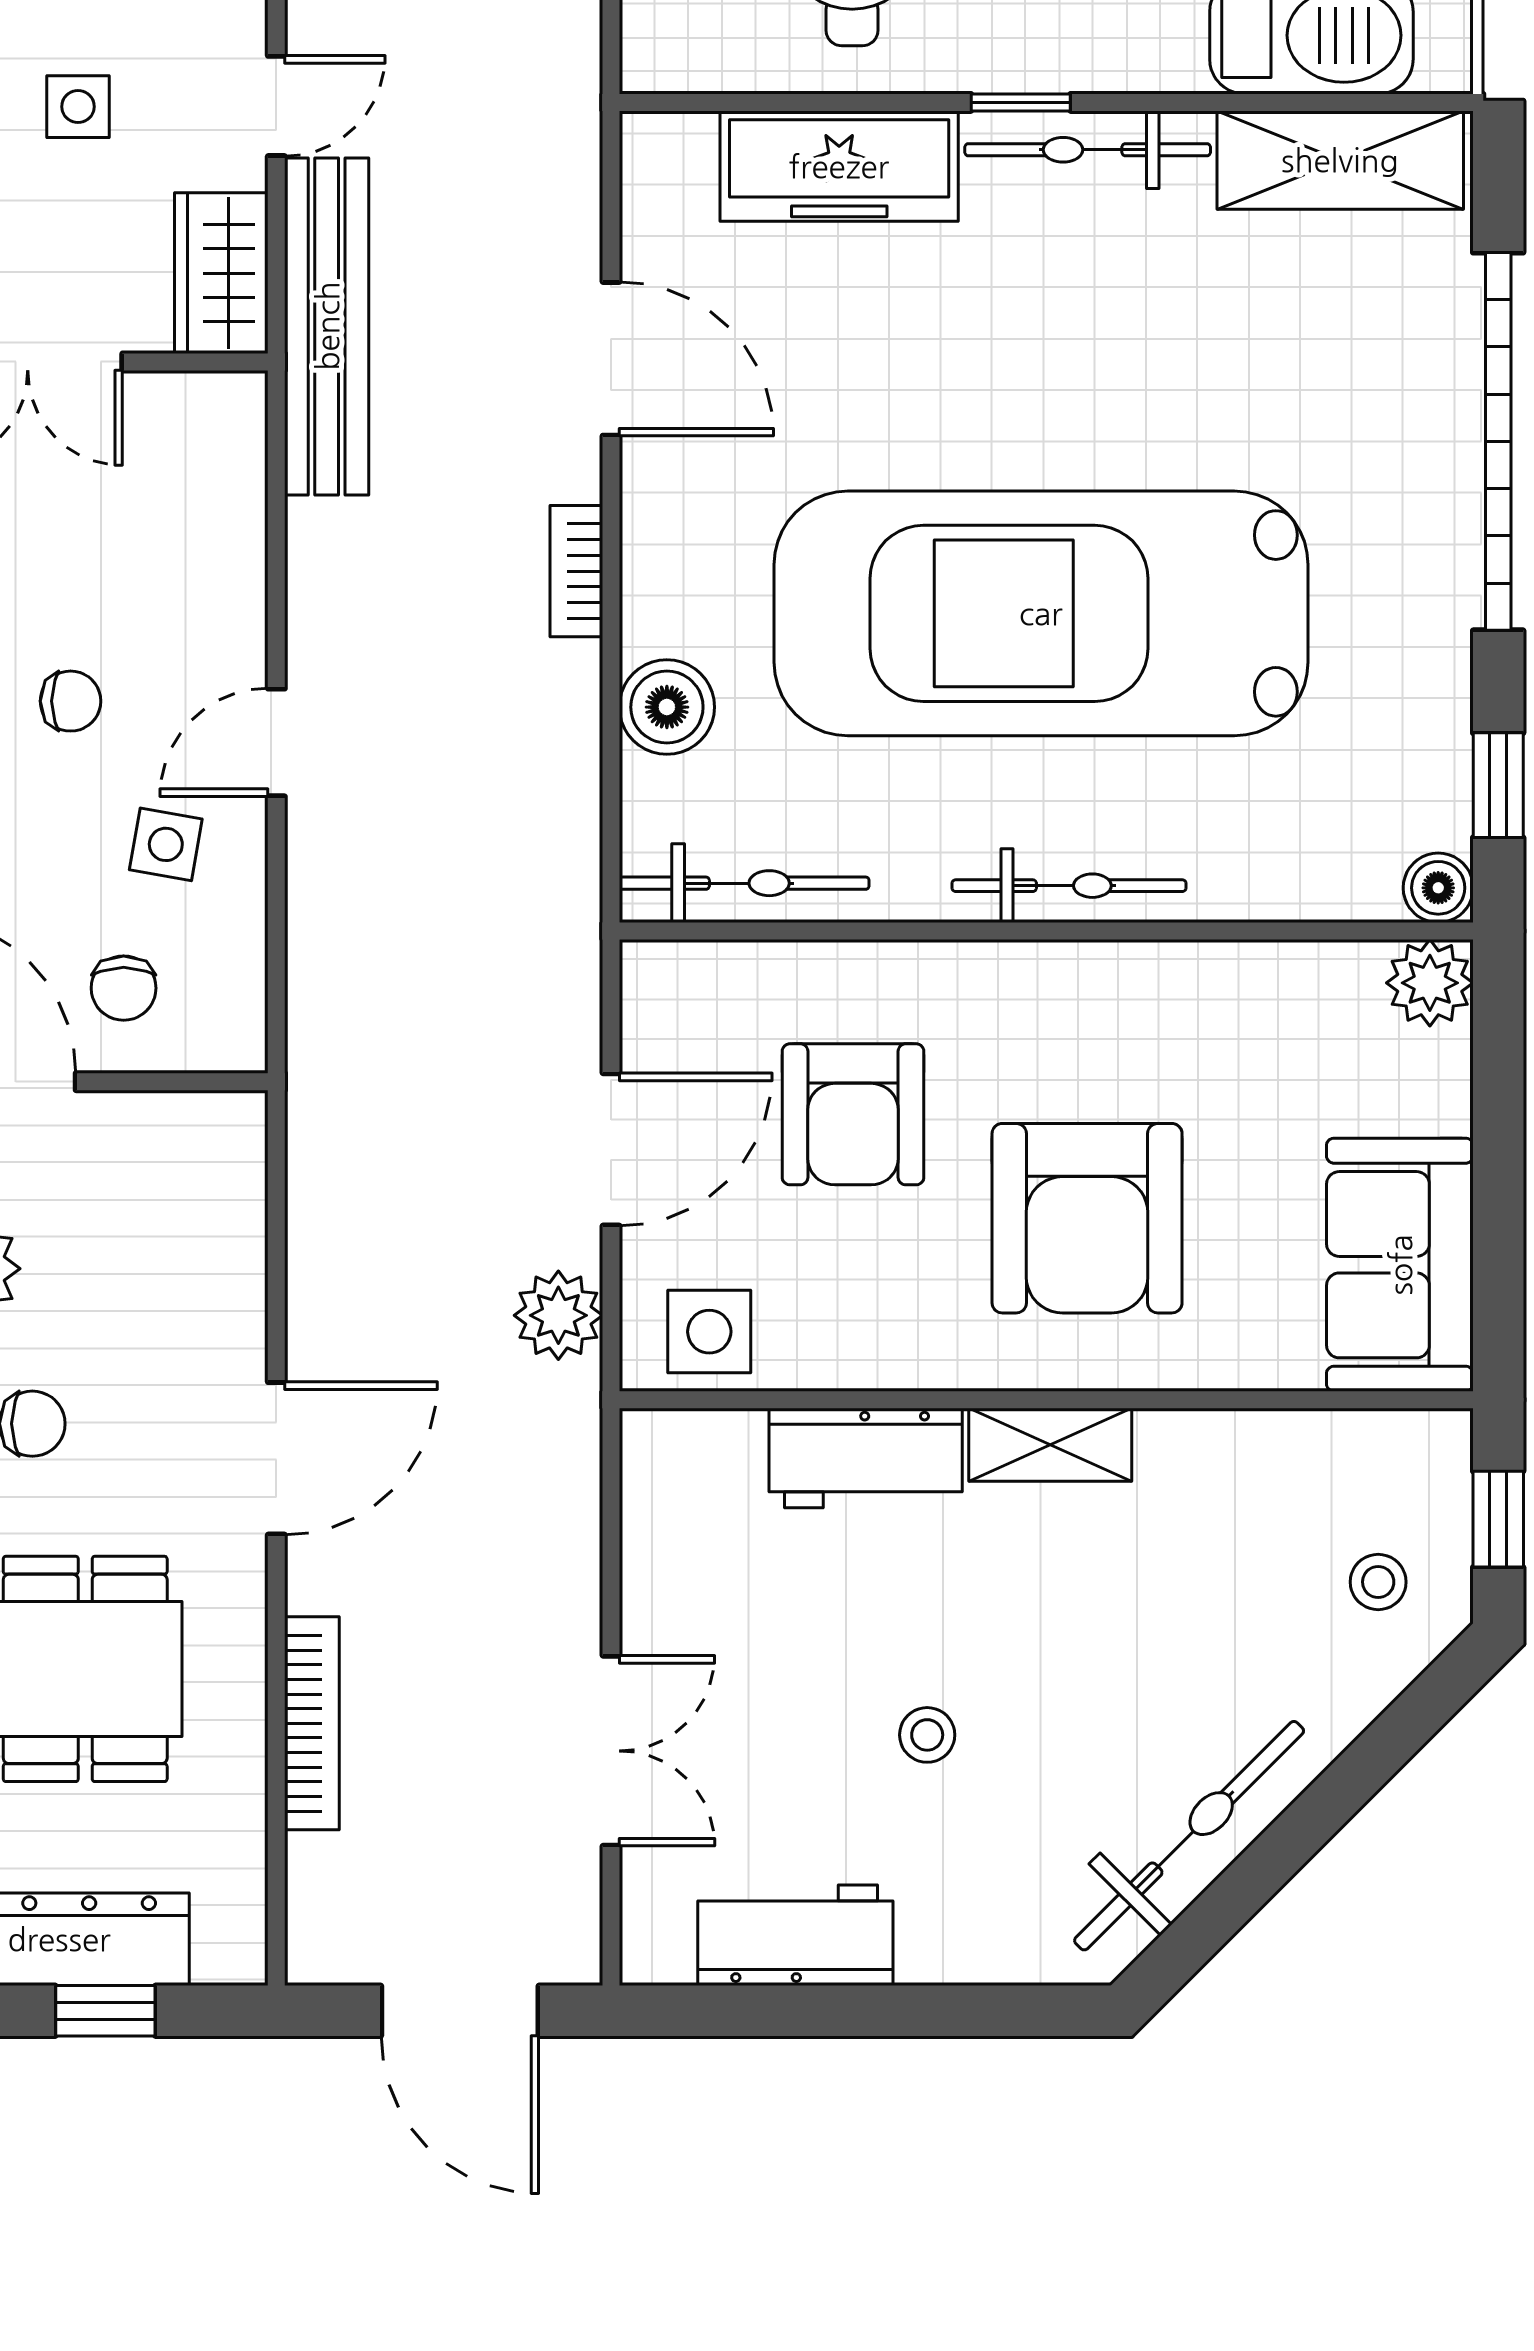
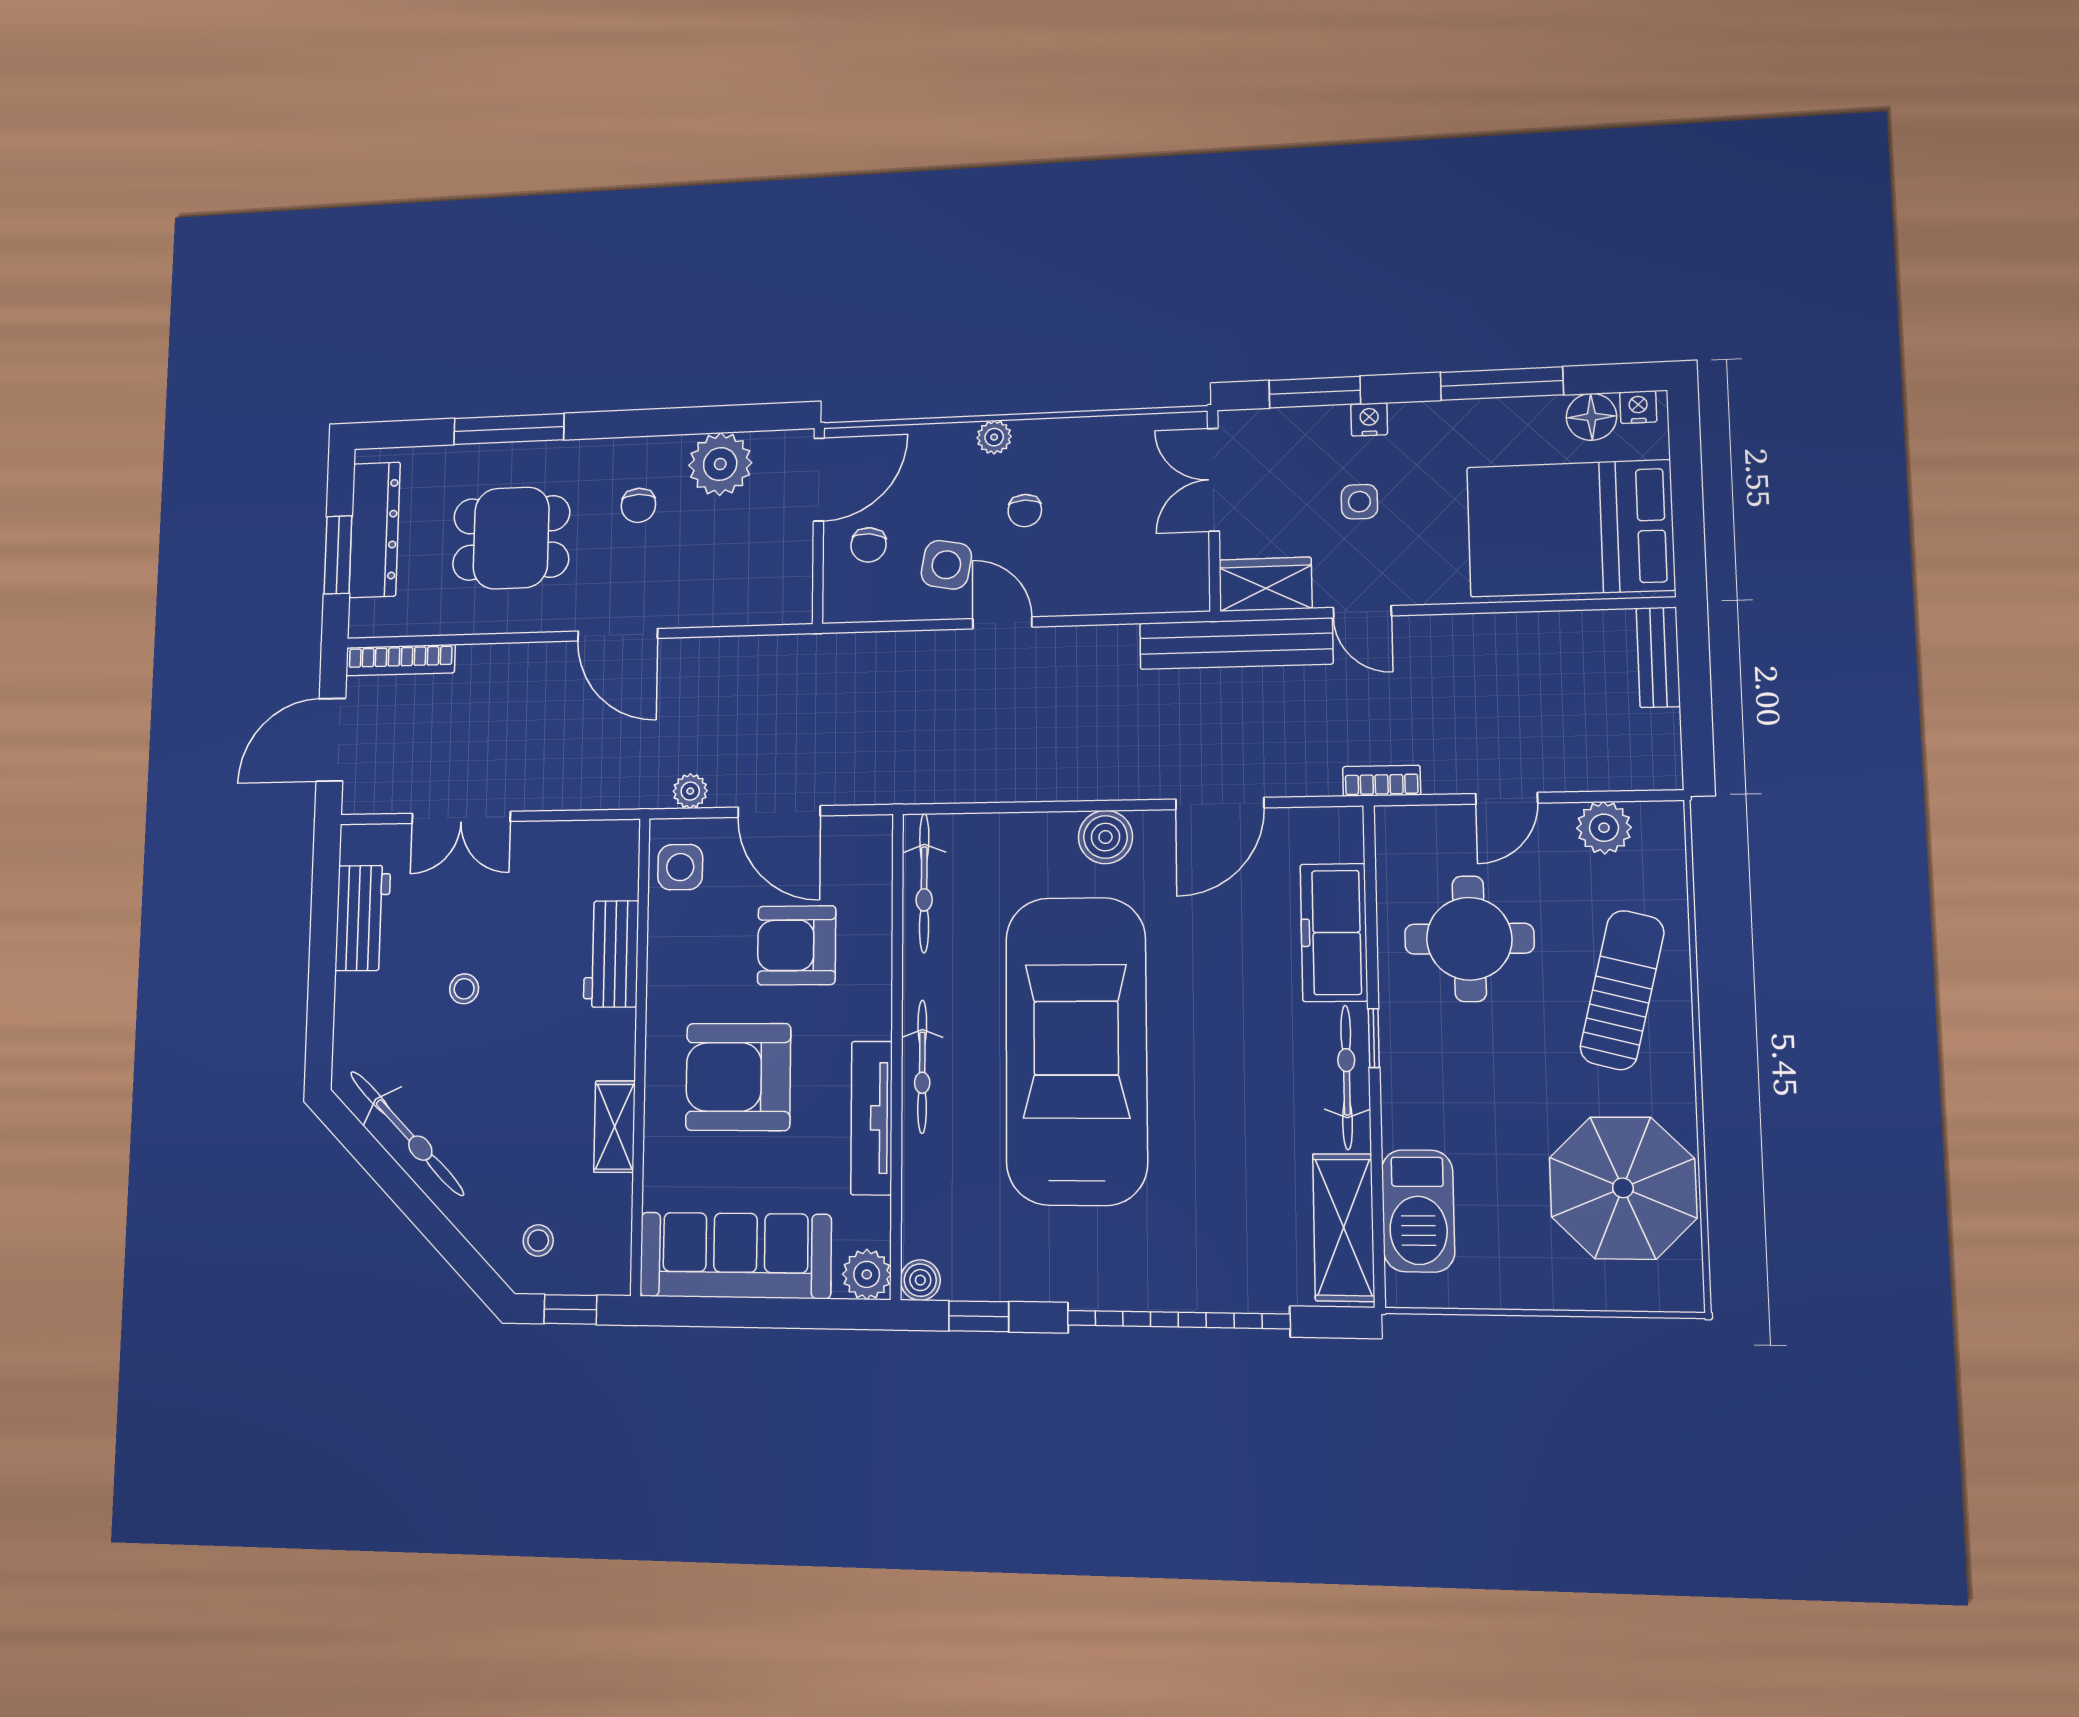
bookcase: (576, 571) -> (1382, 781), moved
boiler: (667, 707) -> (1105, 837), moved
side table: (166, 844) -> (946, 565), width x1.37, depth x1.37
tv unit: (1159, 976) -> (872, 1118), added
chair: (124, 988) -> (869, 545), turned -84
sofa: (1400, 1265) -> (735, 1255), width x1.36
plant: (558, 1315) -> (690, 791), width x0.73, depth x0.73
shelving: (1050, 1445) -> (614, 1127), moved
bookcase: (312, 1723) -> (400, 660), moved
window: (105, 2011) -> (338, 555), width x1.50

